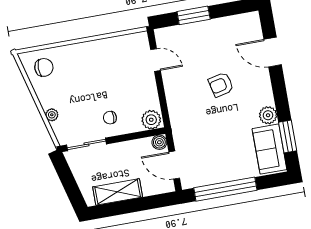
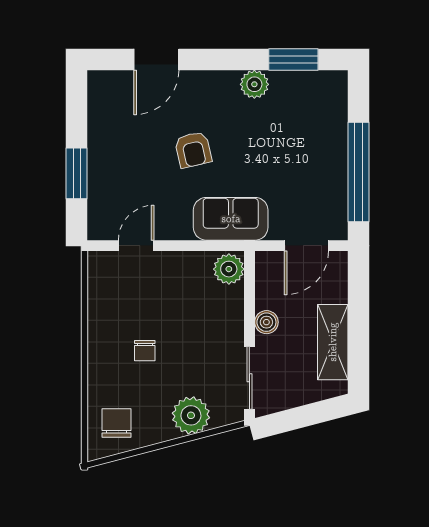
plant: (52, 115) -> (191, 415), width x1.87, depth x1.87
chair: (110, 118) -> (145, 351), moved
boiler: (159, 142) -> (266, 322), moved
sofa: (269, 149) -> (231, 219), moved, turned 180

